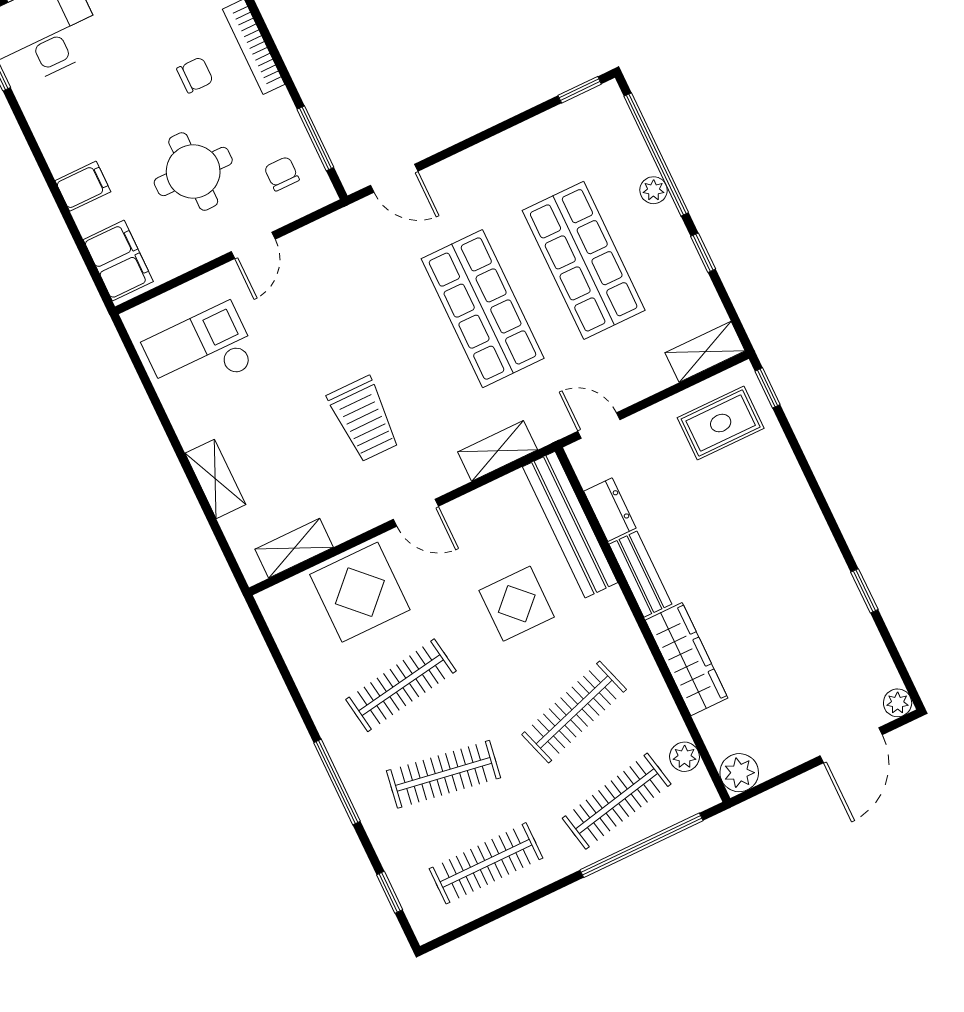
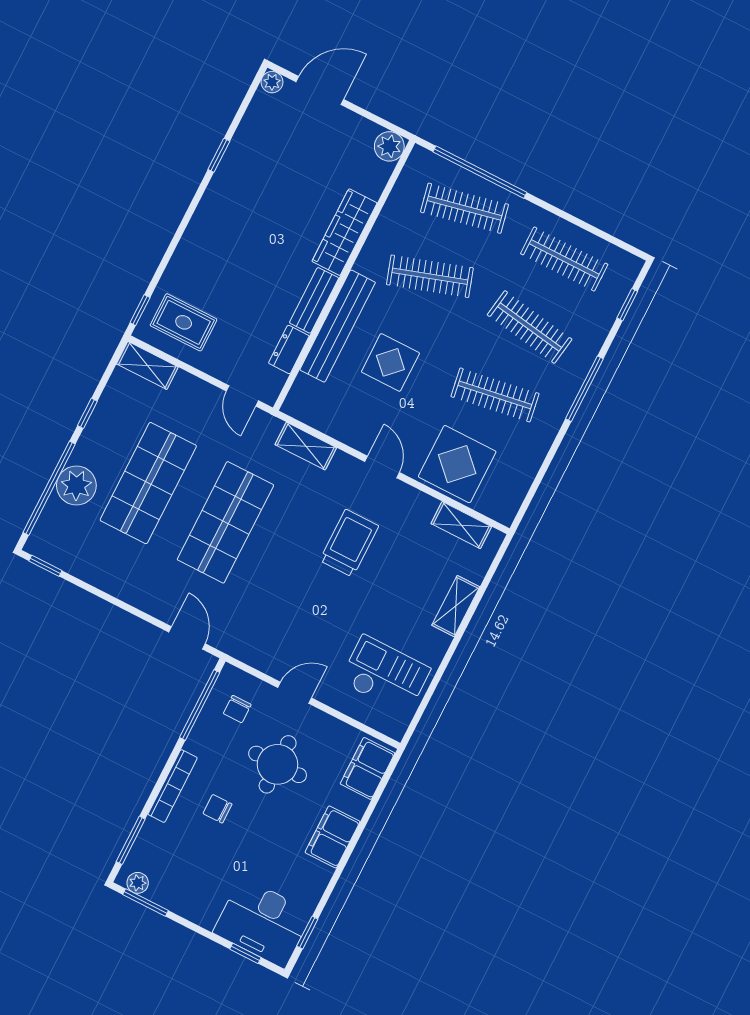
window: (315, 138) -> (200, 705), width x1.44
filing cabinet: (83, 186) -> (332, 837), width x2.00
plant: (654, 190) -> (76, 485), width x1.87, depth x1.87
checkout: (200, 352) -> (385, 675), turned 180
bench: (570, 525) -> (338, 326), moved
plant: (684, 757) -> (405, 187), removed

